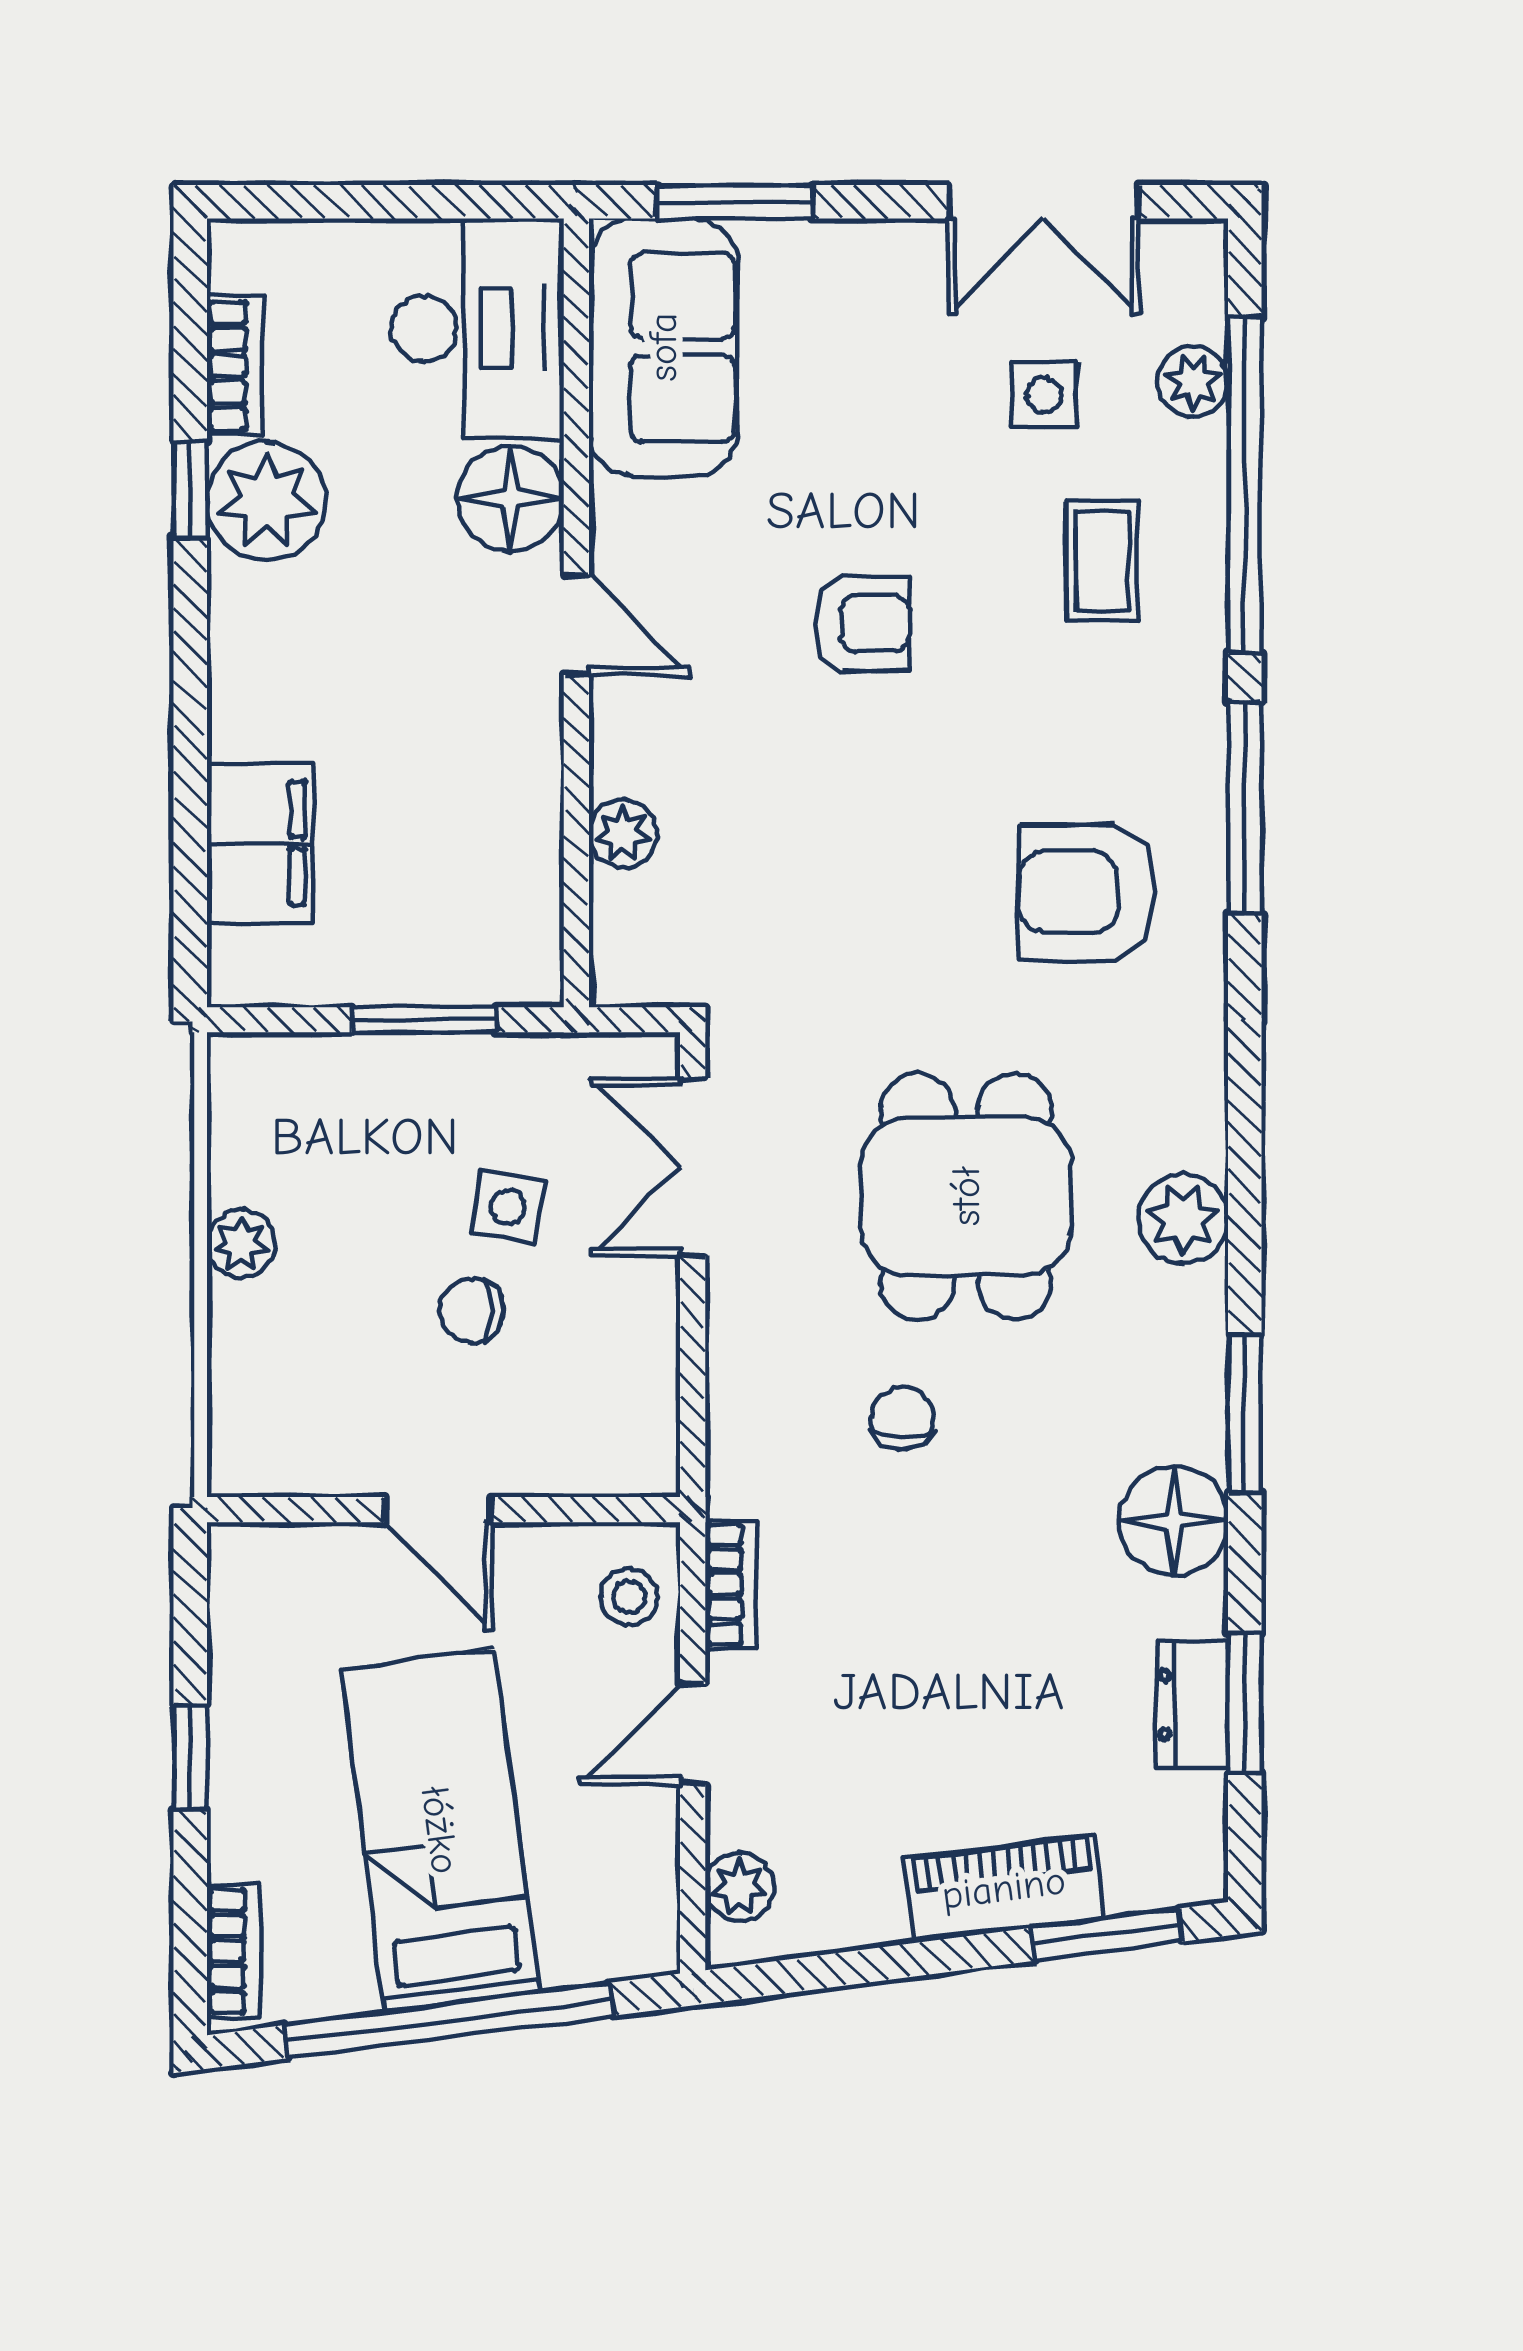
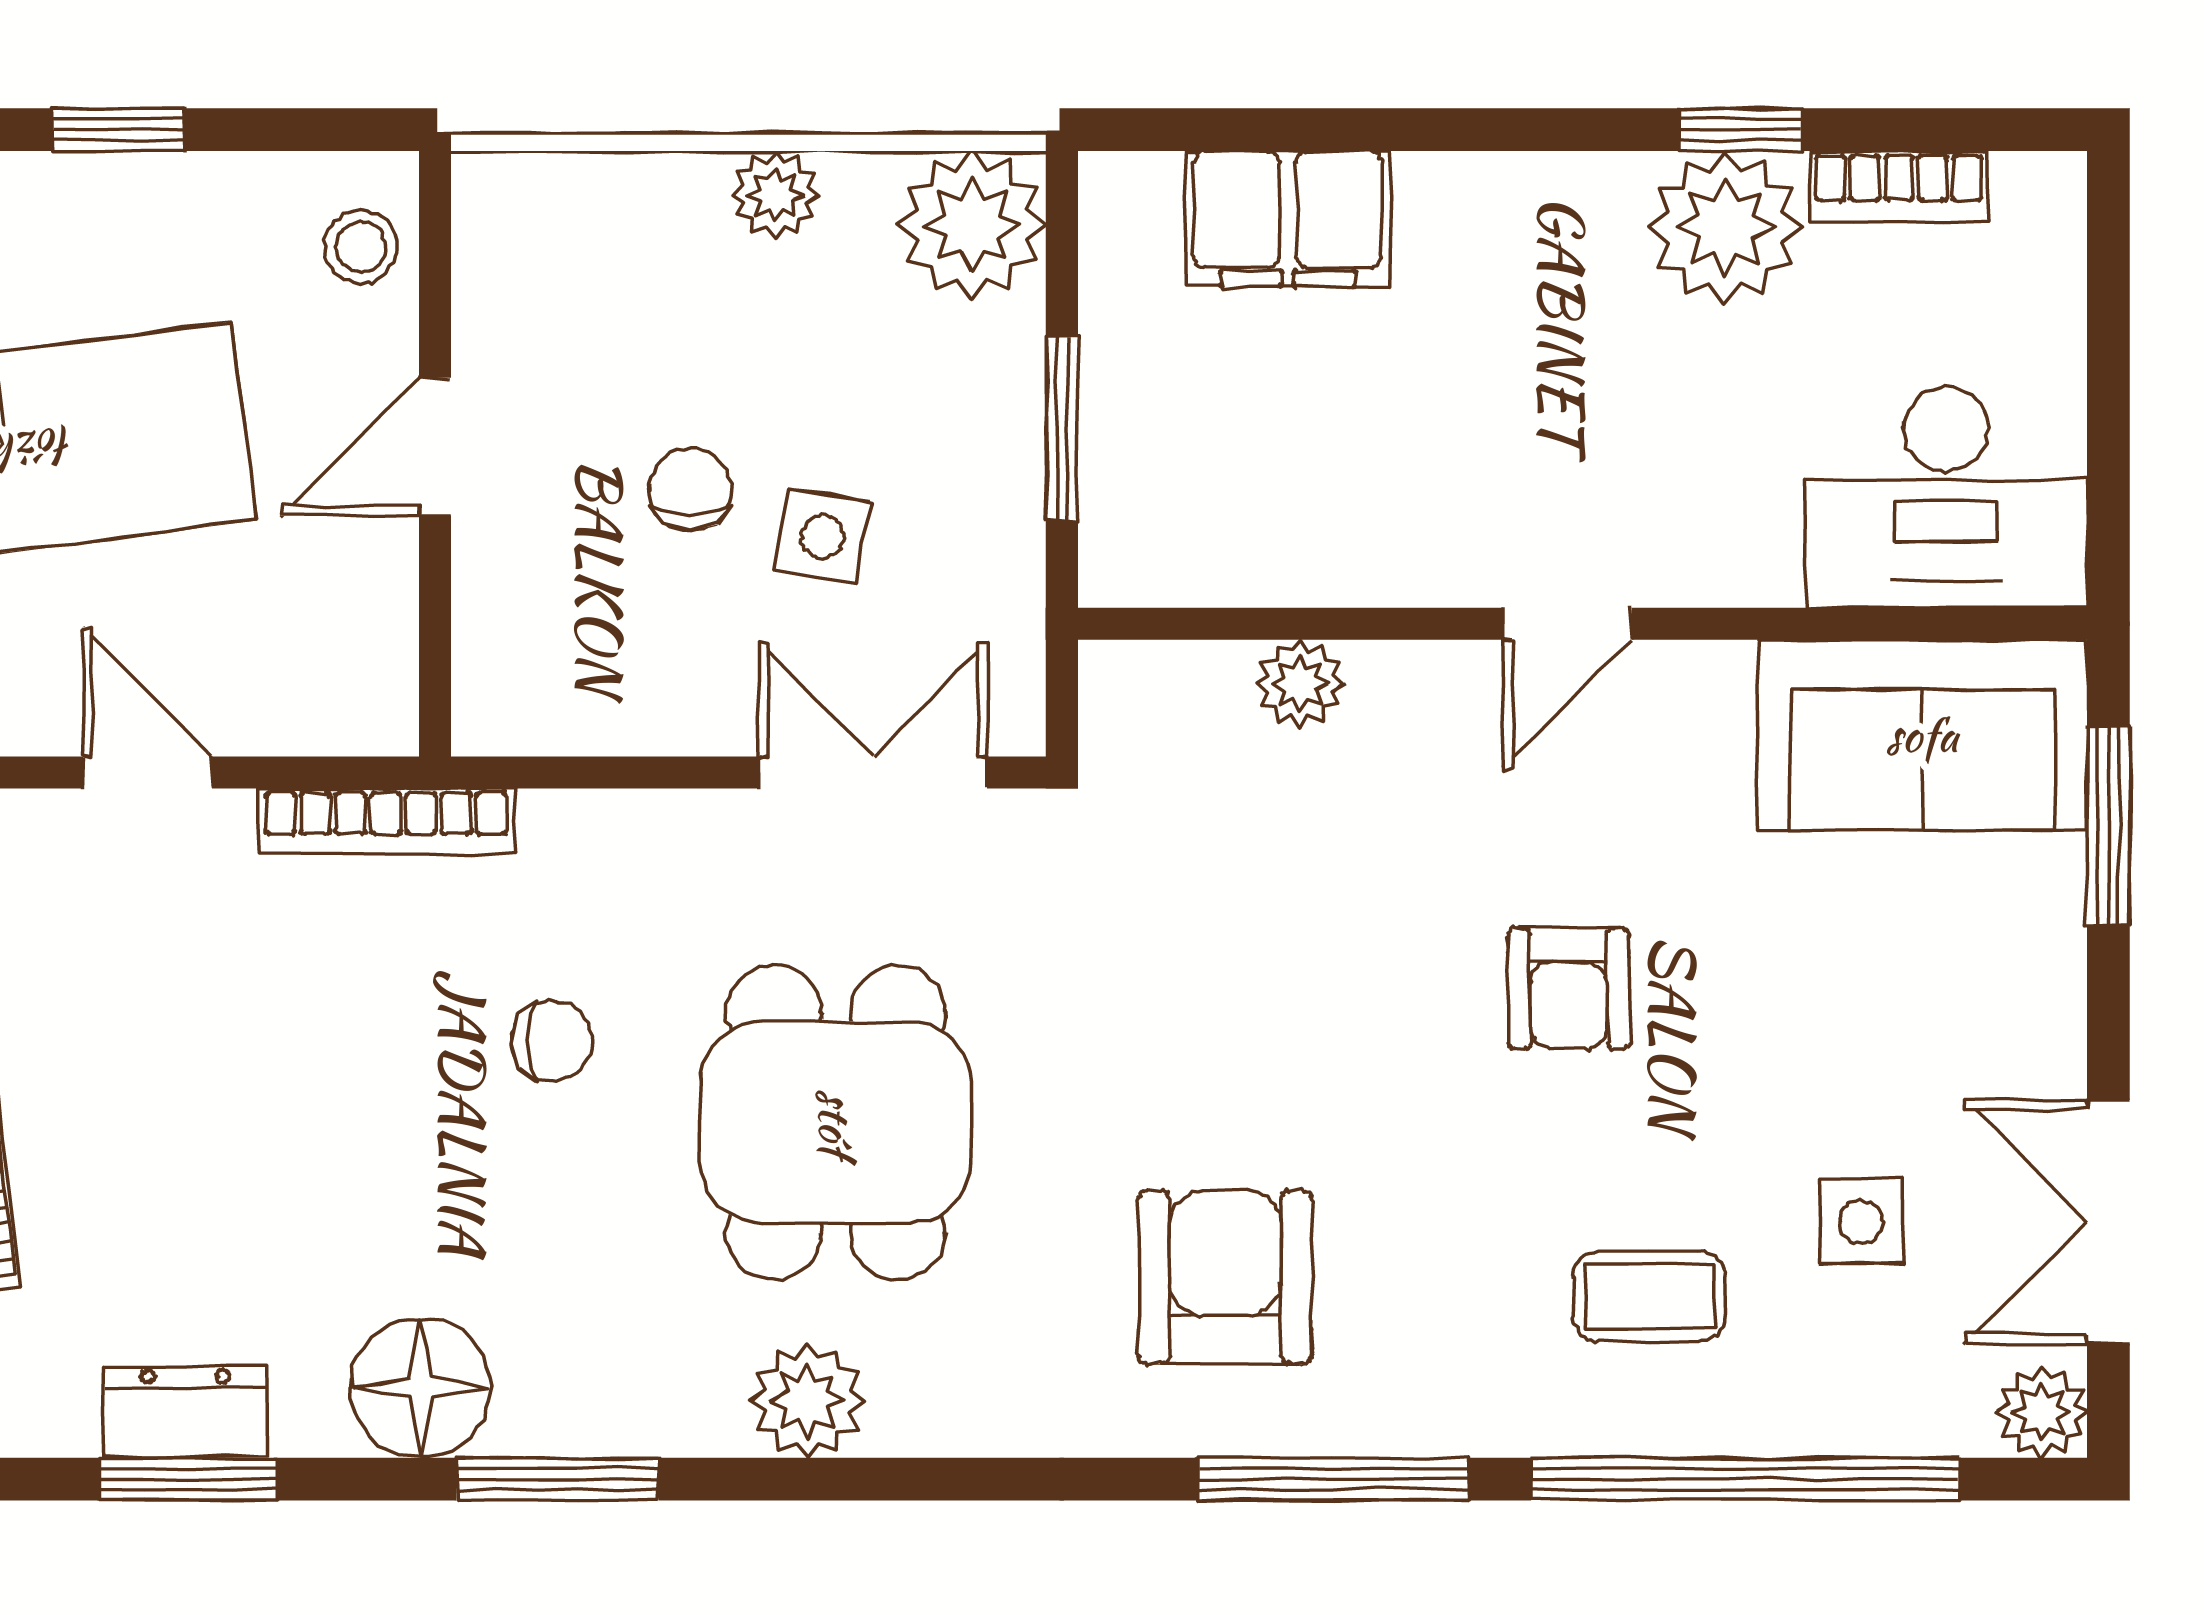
plant: (1193, 382) -> (2042, 1412), moved
floor lamp: (511, 498) -> (1729, 540), removed
plant: (265, 1090) -> (972, 225), added
dining table: (966, 1196) -> (836, 1122), turned 90
bookcase: (731, 1584) -> (386, 821), width x1.56
stool: (629, 1597) -> (361, 247), moved

